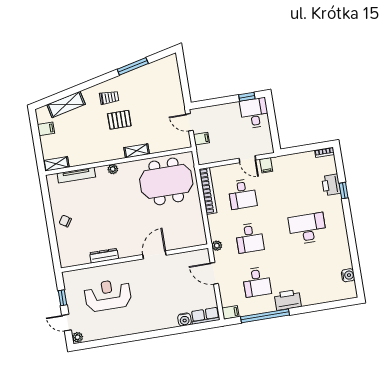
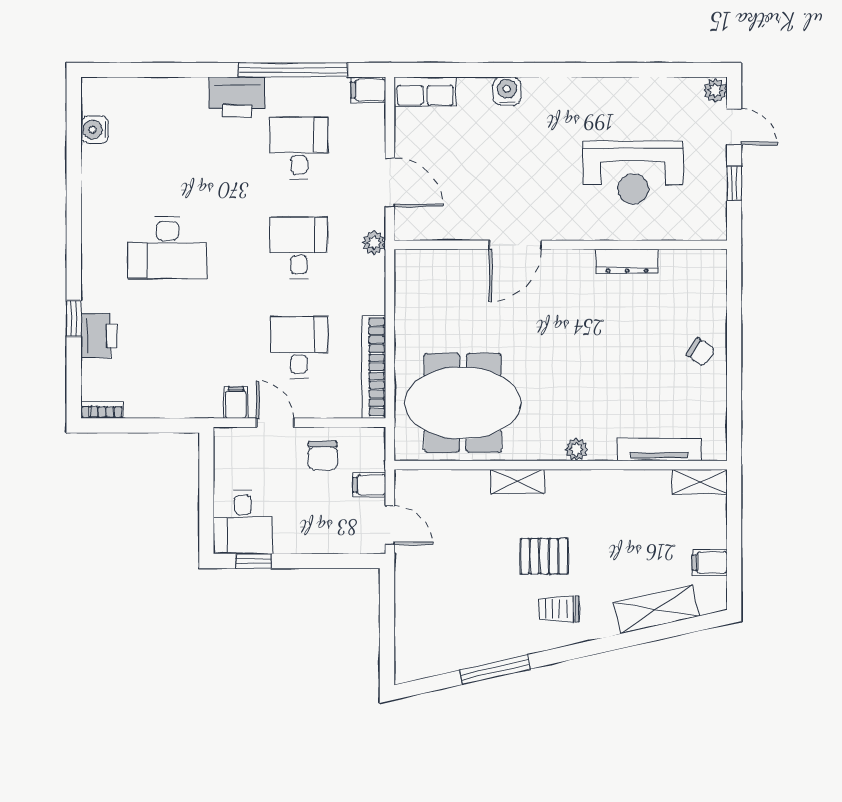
chair: (224, 148) -> (323, 456), added
water cooler: (185, 320) -> (507, 91), moved

